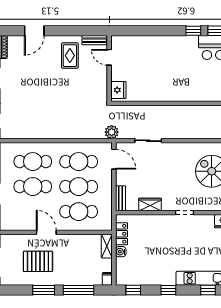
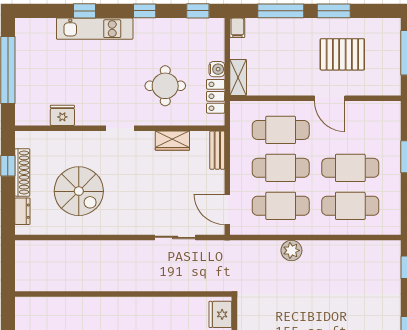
plant: (112, 132) -> (291, 250), moved
round table: (155, 241) -> (165, 86), added

